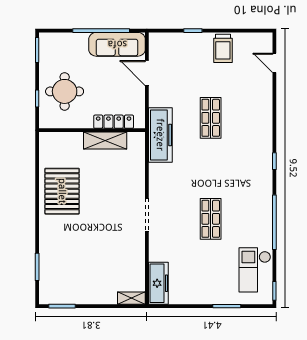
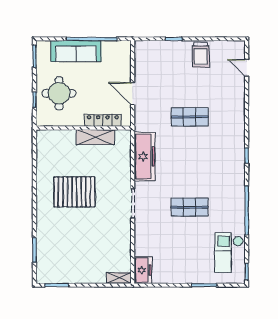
sofa: (117, 44) -> (76, 51), moved
door: (147, 73) -> (133, 94), moved
shop shelf: (211, 118) -> (190, 117), turned 90
freezer: (160, 135) -> (145, 156), moved
pallet: (62, 191) -> (74, 192), moved, turned 90
shop shelf: (211, 219) -> (190, 207), turned 90
freezer: (158, 283) -> (143, 270), width x0.71

